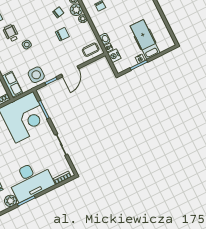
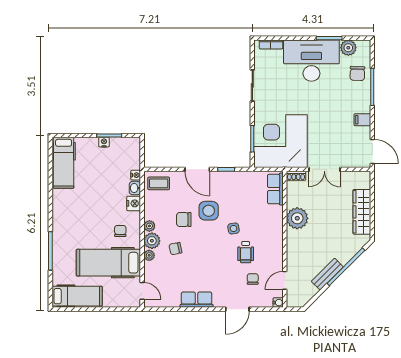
hospital bed: (145, 39) -> (64, 163), moved
nightstand: (114, 56) -> (134, 203), moved
door: (70, 71) -> (197, 169), swing flipped
side table: (36, 75) -> (209, 211), moved

